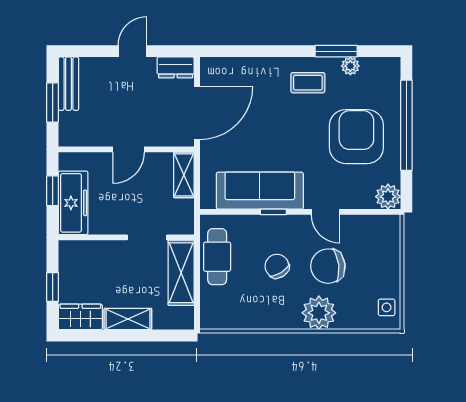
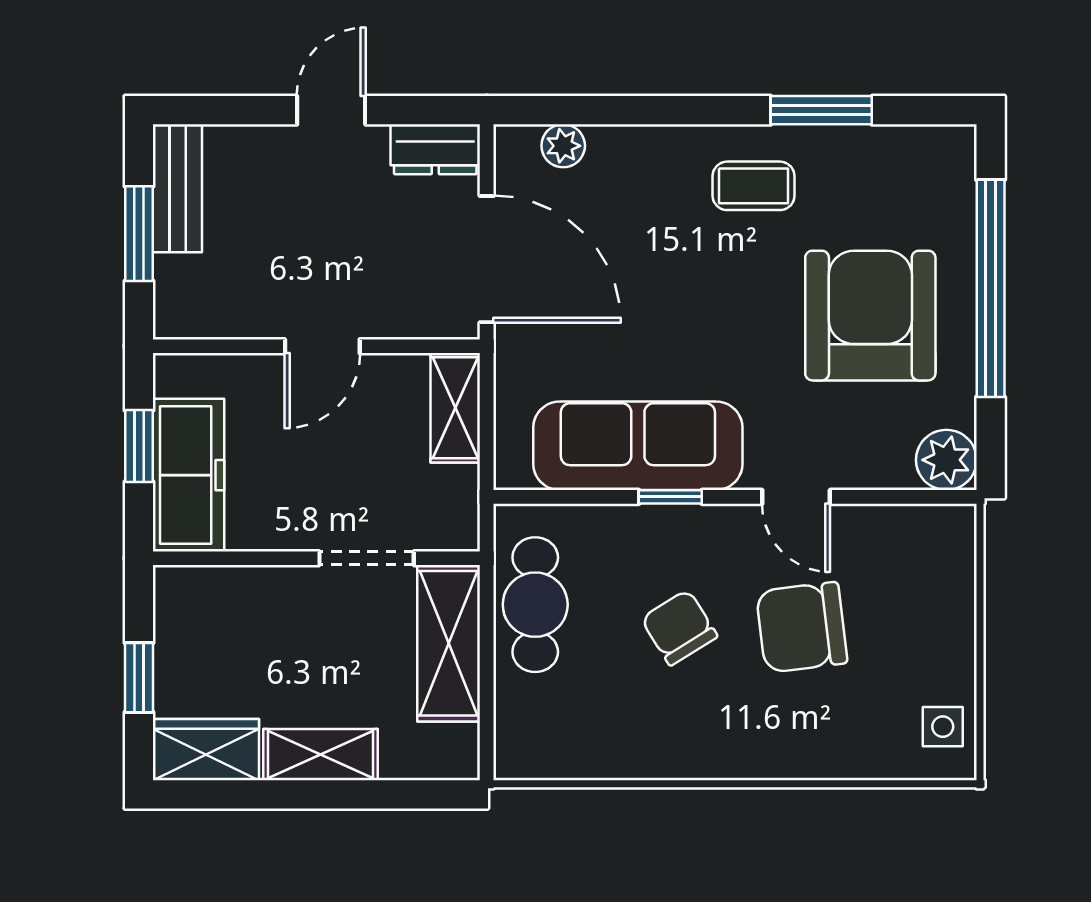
plant: (350, 66) -> (563, 146), moved
door: (197, 113) -> (487, 259), hinge flipped
plant: (319, 313) -> (780, 740), removed

